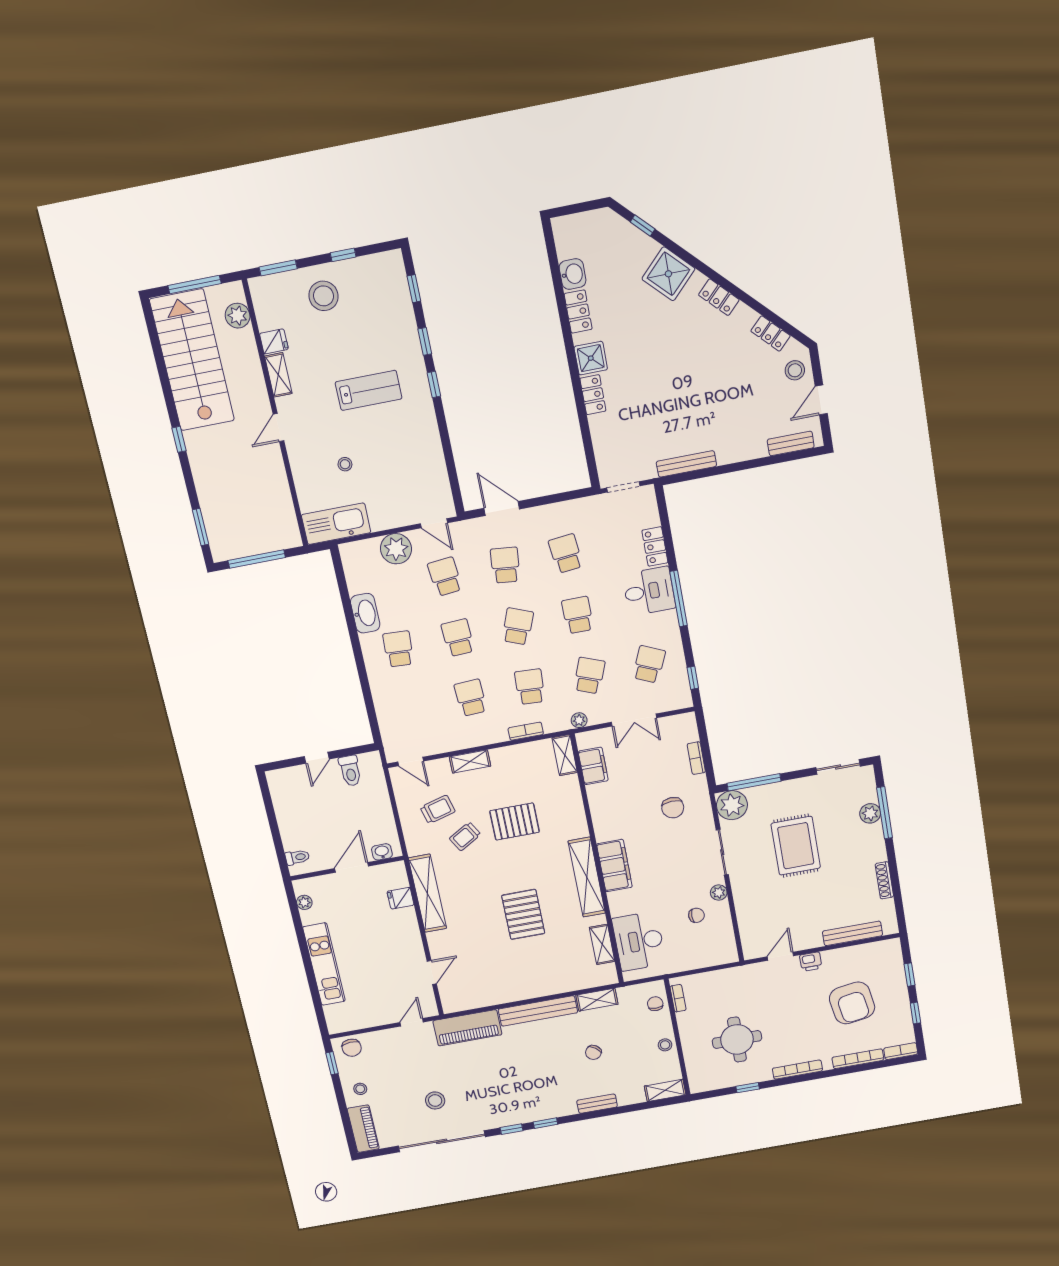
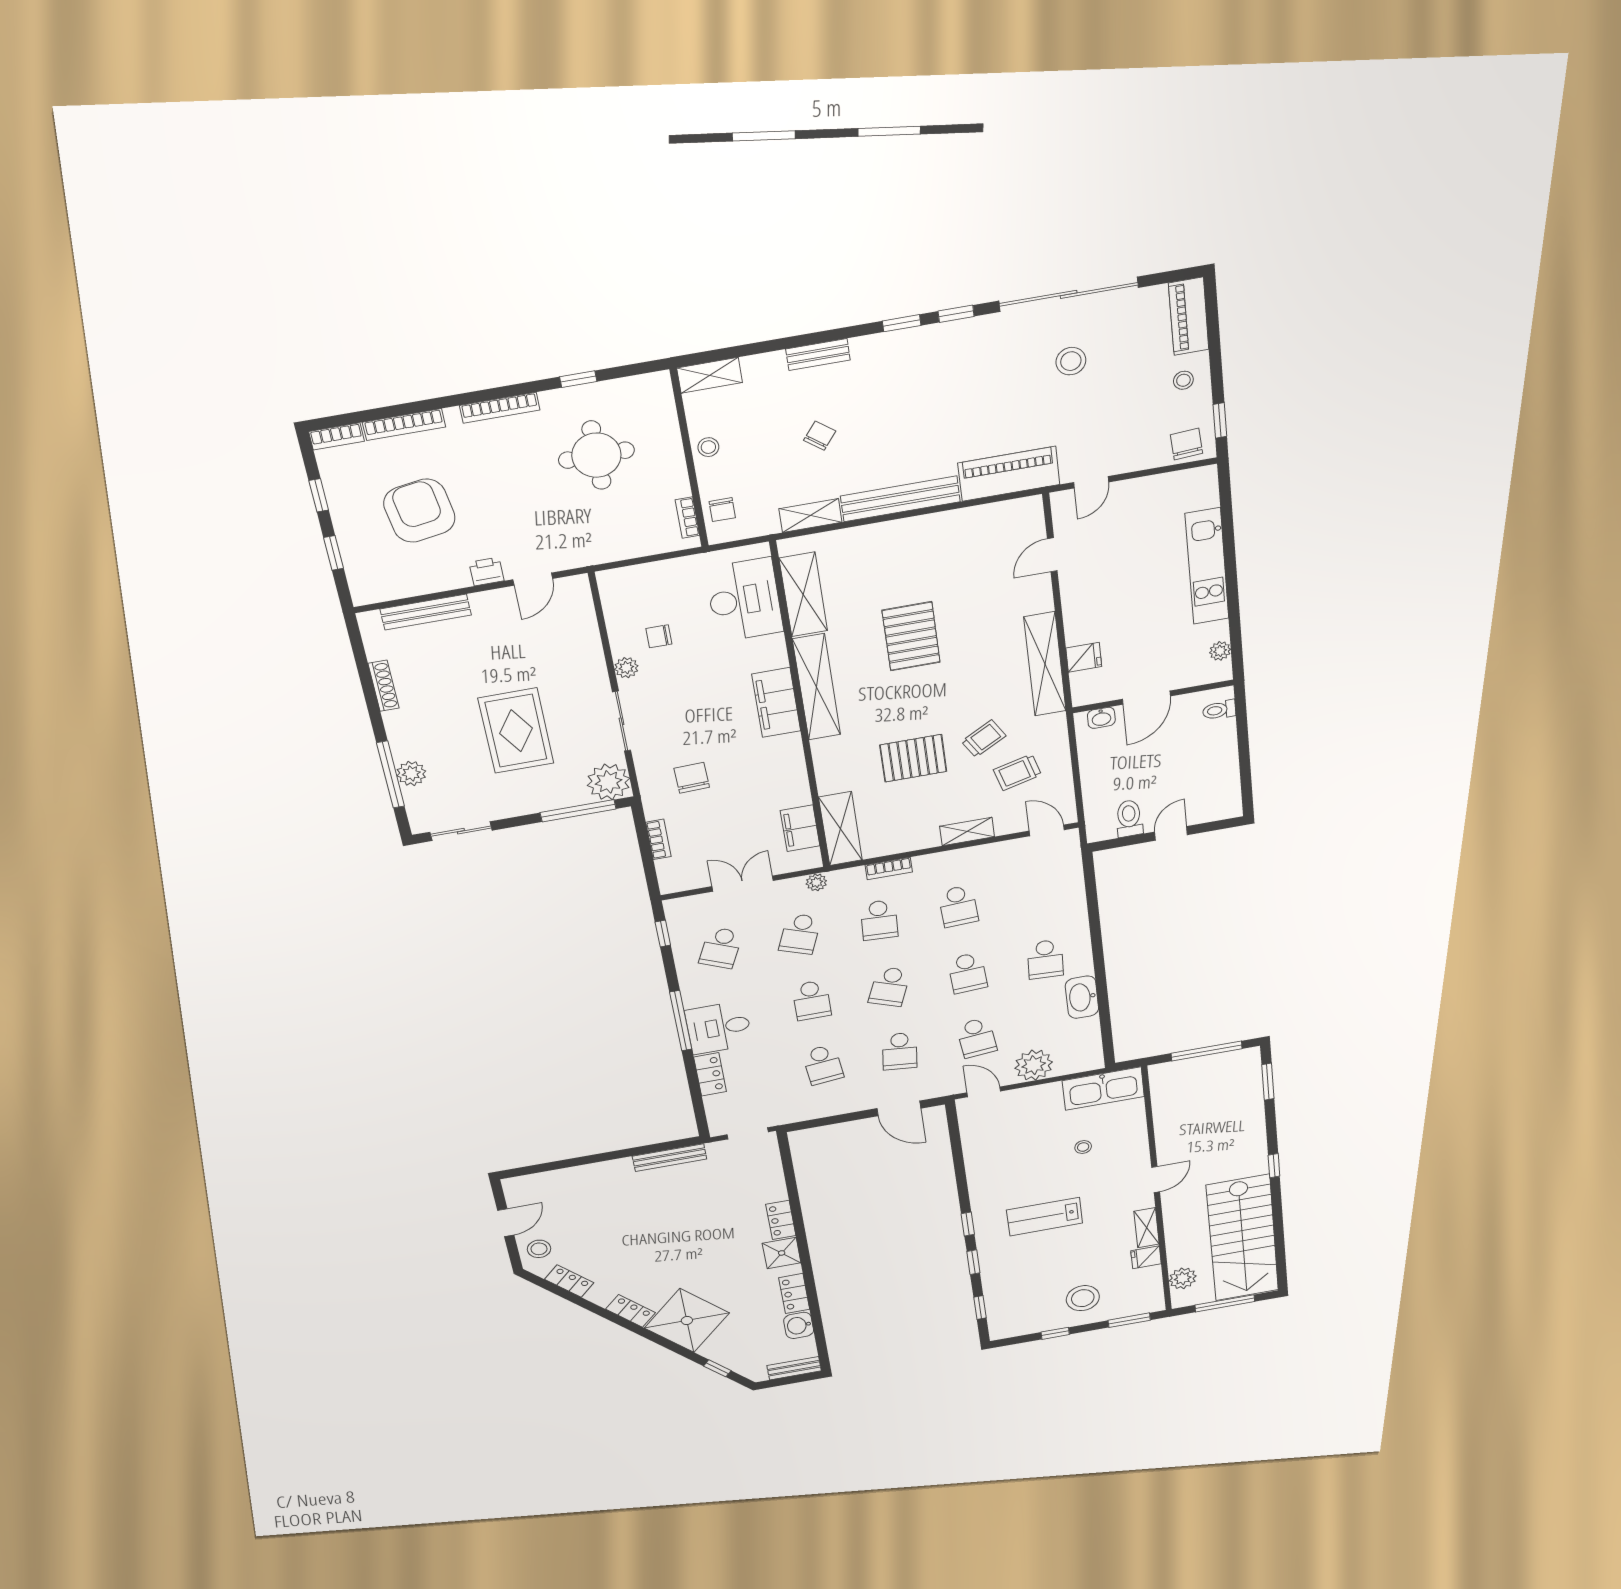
shower: (668, 274) -> (687, 1320), width x1.37, depth x1.37
bench: (791, 443) -> (794, 1368), moved
shelving: (565, 755) -> (840, 829), width x1.50, depth x1.33
shelving: (602, 944) -> (803, 594), width x1.50, depth x1.33

